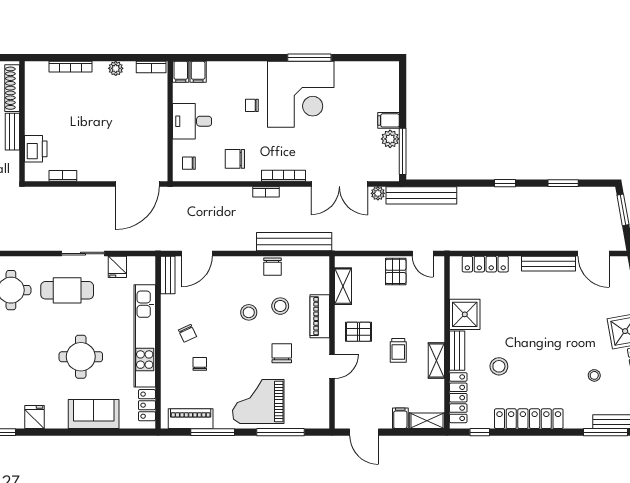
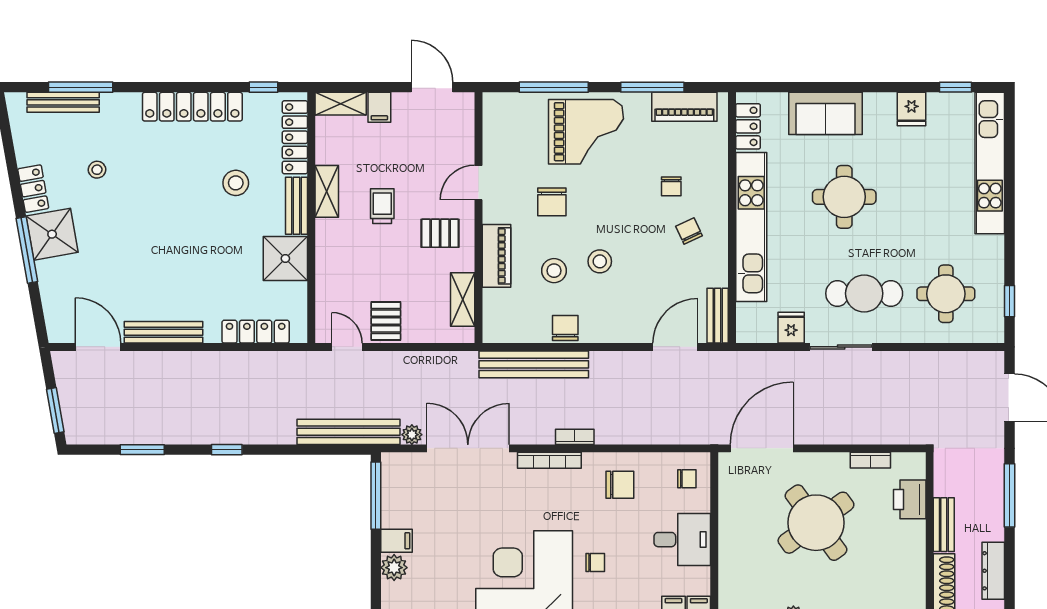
round table: (100, 133) -> (816, 523), added
plant: (390, 139) -> (394, 568), moved

